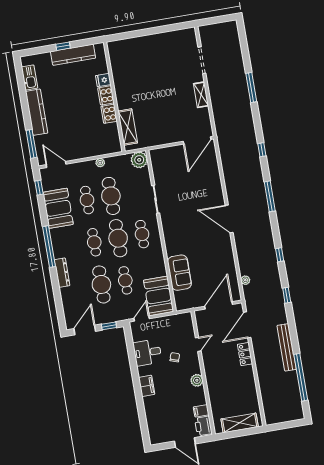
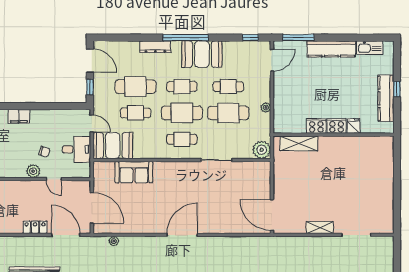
booth: (58, 208) -> (202, 54), moved
desk: (147, 352) -> (76, 149), moved, turned 90
plant: (197, 380) -> (33, 171), moved

